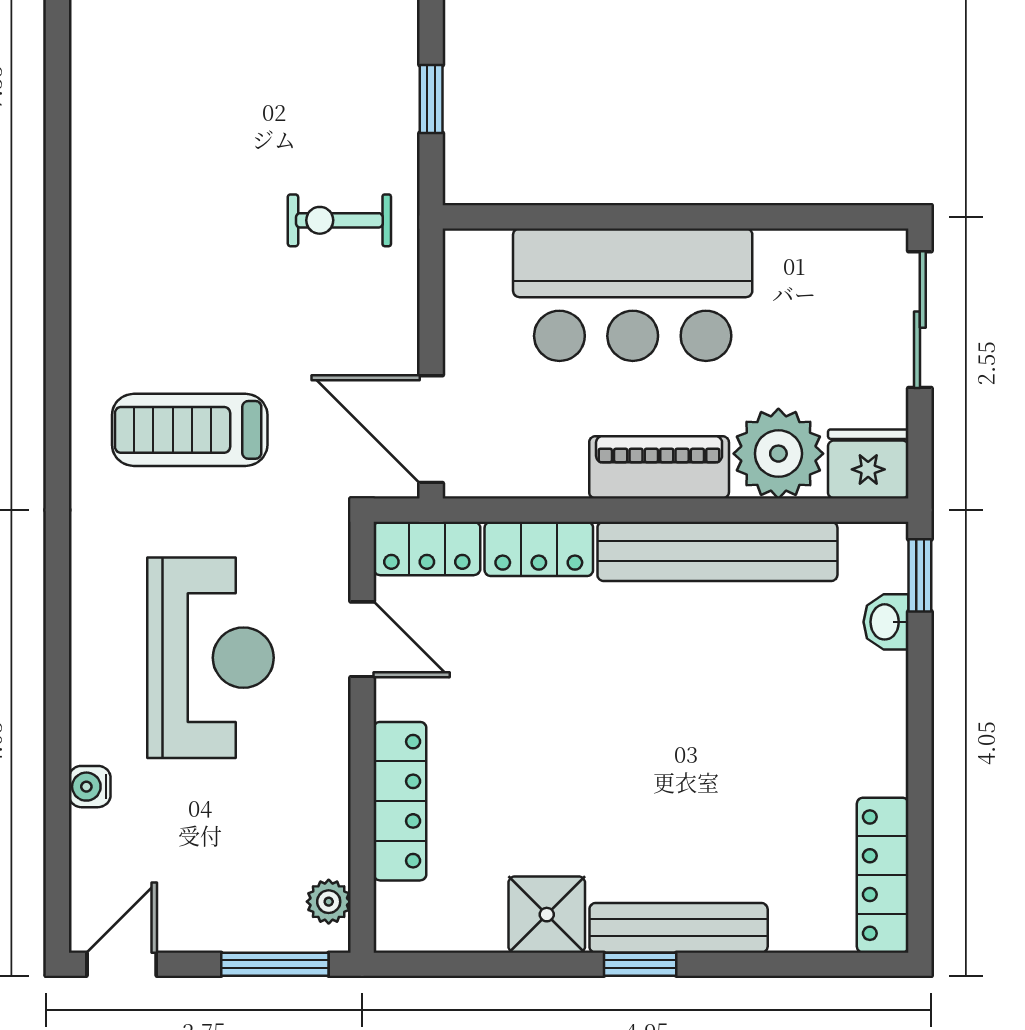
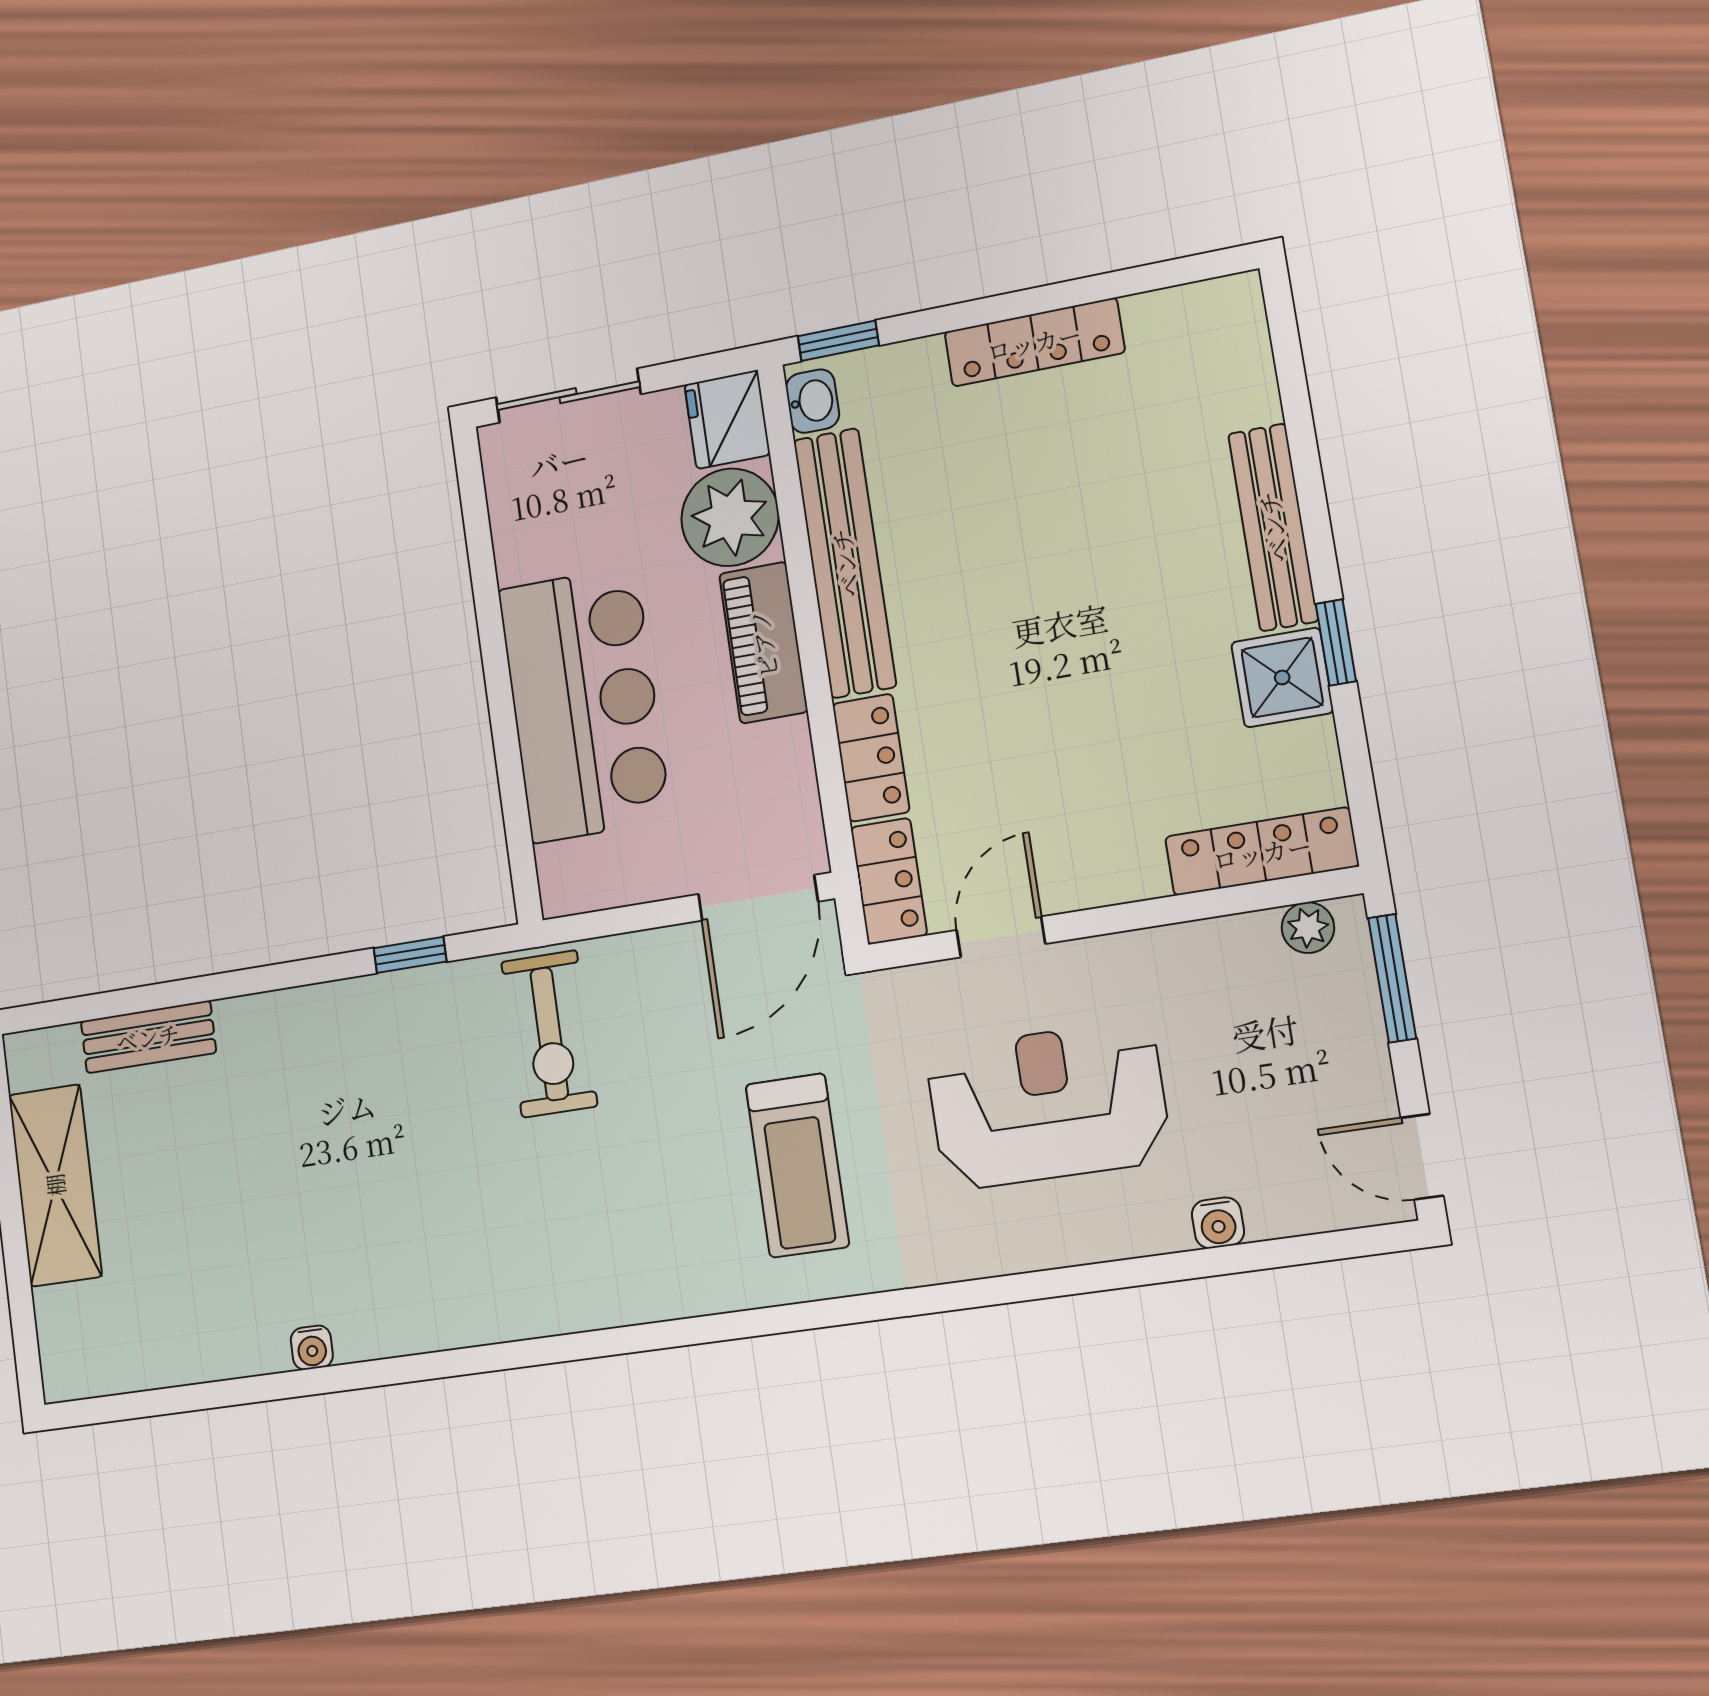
exercise bike: (339, 220) -> (549, 1034), width x1.38, depth x1.39
washbasin: (886, 622) -> (812, 401), moved, turned -90
locker: (400, 801) -> (1262, 852), moved
locker: (883, 875) -> (1034, 342), moved
window: (640, 964) -> (1336, 643), moved

